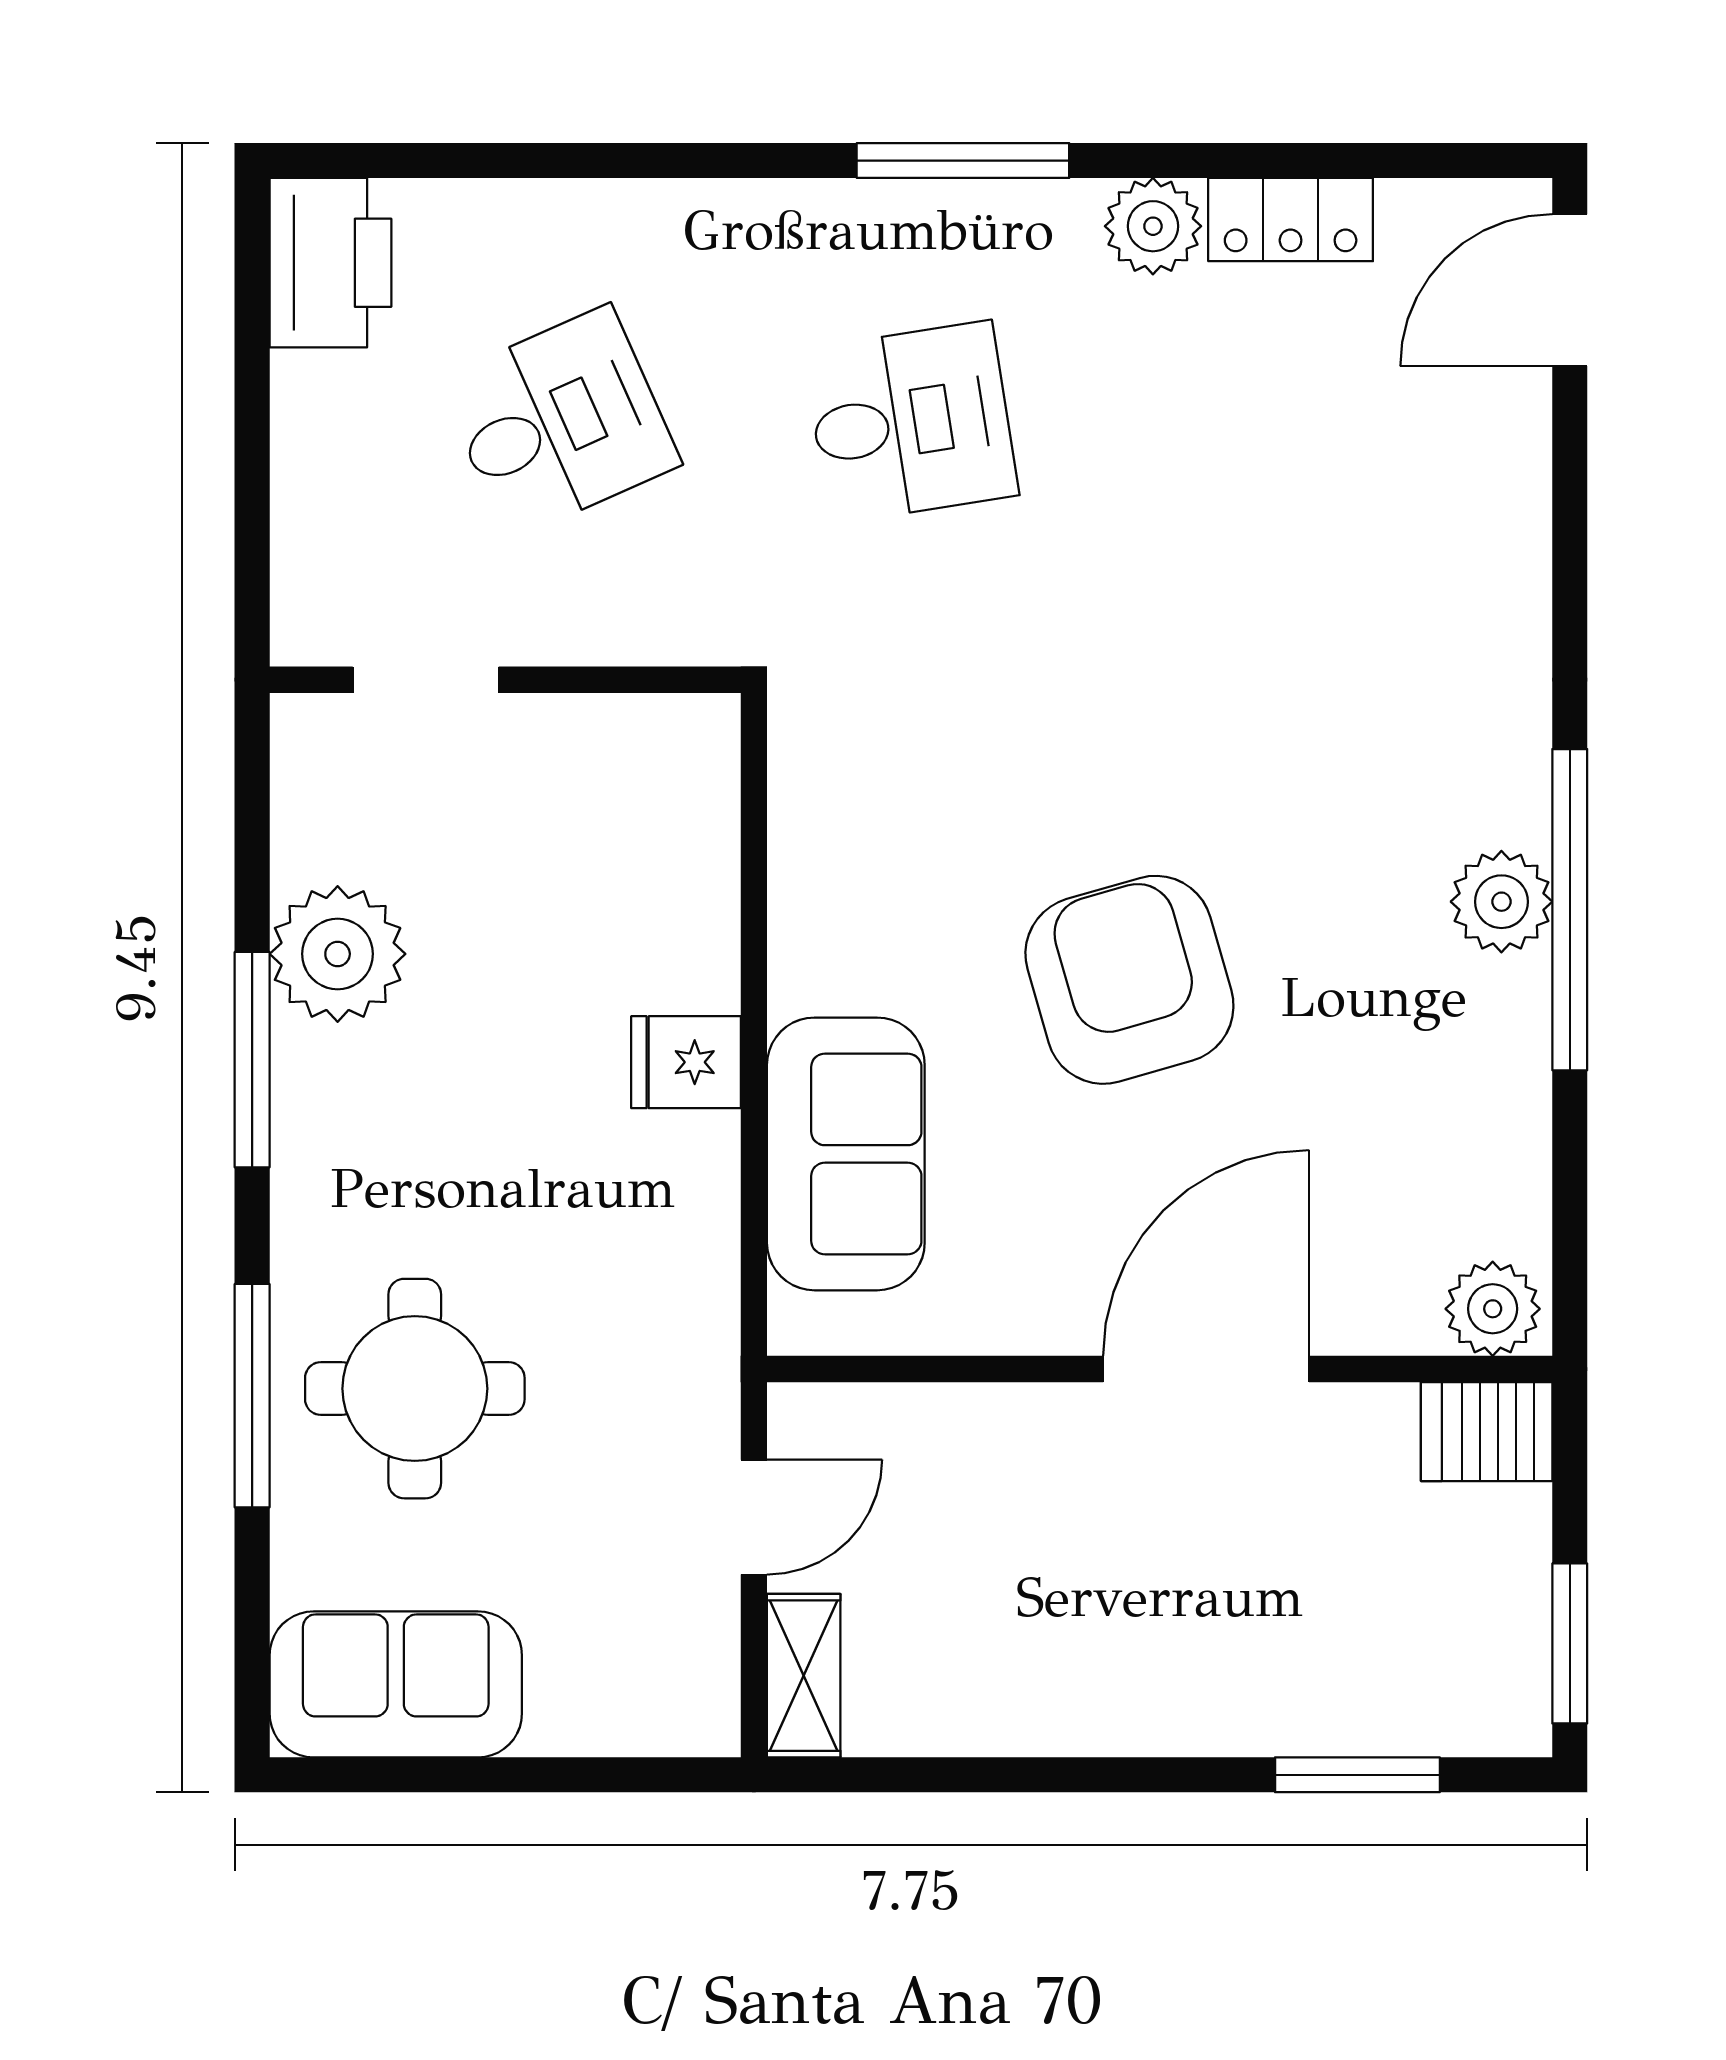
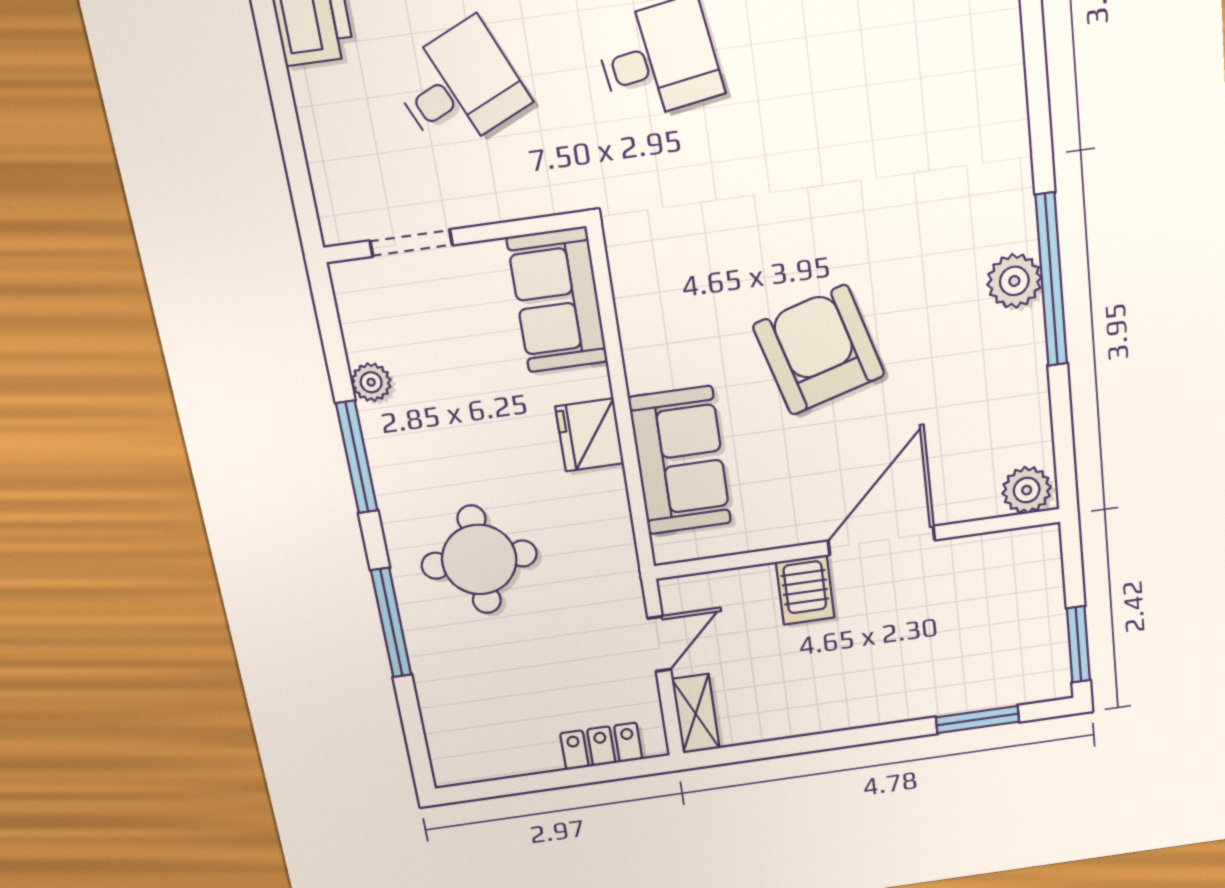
plant: (338, 954) -> (371, 382), width x0.53, depth x0.53
fridge: (686, 1062) -> (590, 435), width x1.38
round table: (415, 1389) -> (479, 560), moved
server rack: (1487, 1432) -> (805, 590), moved, turned -90
sofa: (396, 1684) -> (558, 300), moved, turned -90
locker: (609, 1717) -> (601, 746), added

